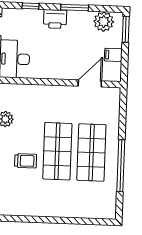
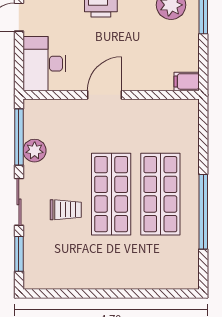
filing cabinet: (113, 55) -> (187, 81), moved
door: (90, 83) -> (105, 95), moved

